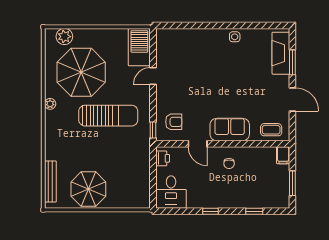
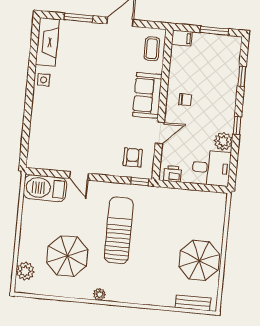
fireplace: (281, 53) -> (47, 42), moved, turned -90
parasol: (81, 72) -> (67, 256), width x0.73, depth x0.73
bench: (50, 182) -> (193, 303), width x0.73
plant: (195, 200) -> (223, 141), added

